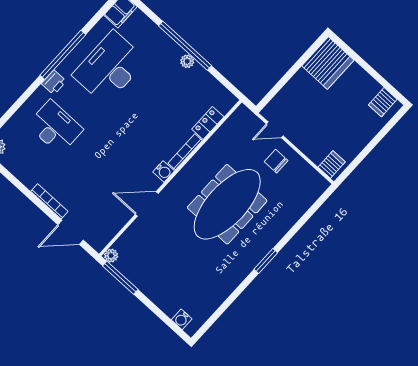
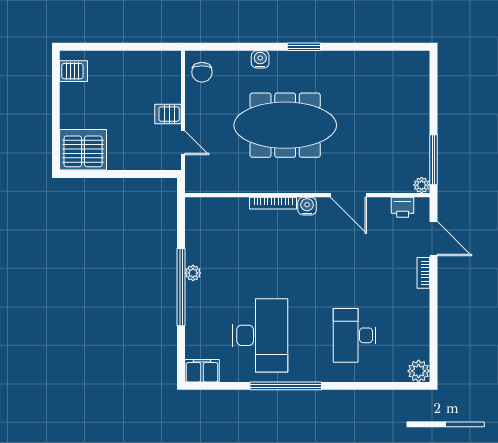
desk: (109, 68) -> (260, 335), turned -90
printer: (54, 82) -> (403, 207), moved, turned 180
locker: (208, 123) -> (230, 206), removed
chair: (276, 161) -> (202, 72), moved
server rack: (332, 164) -> (168, 114), moved
bookcase: (49, 201) -> (423, 273), width x0.64
water cooler: (182, 319) -> (260, 59), moved, turned -90

